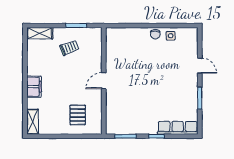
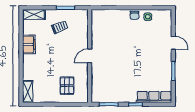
filing cabinet: (34, 87) -> (29, 44), moved

